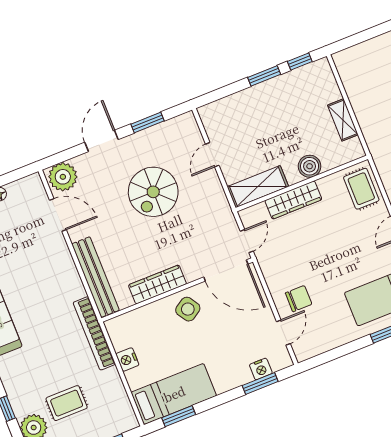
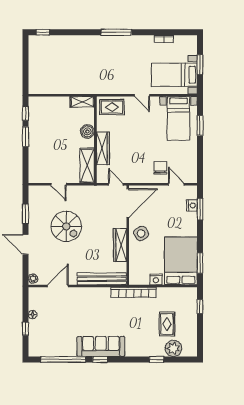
shelving: (343, 120) -> (82, 102), moved
plant: (63, 177) -> (33, 279), width x0.53, depth x0.53
bed: (174, 394) -> (181, 261), width x1.50

